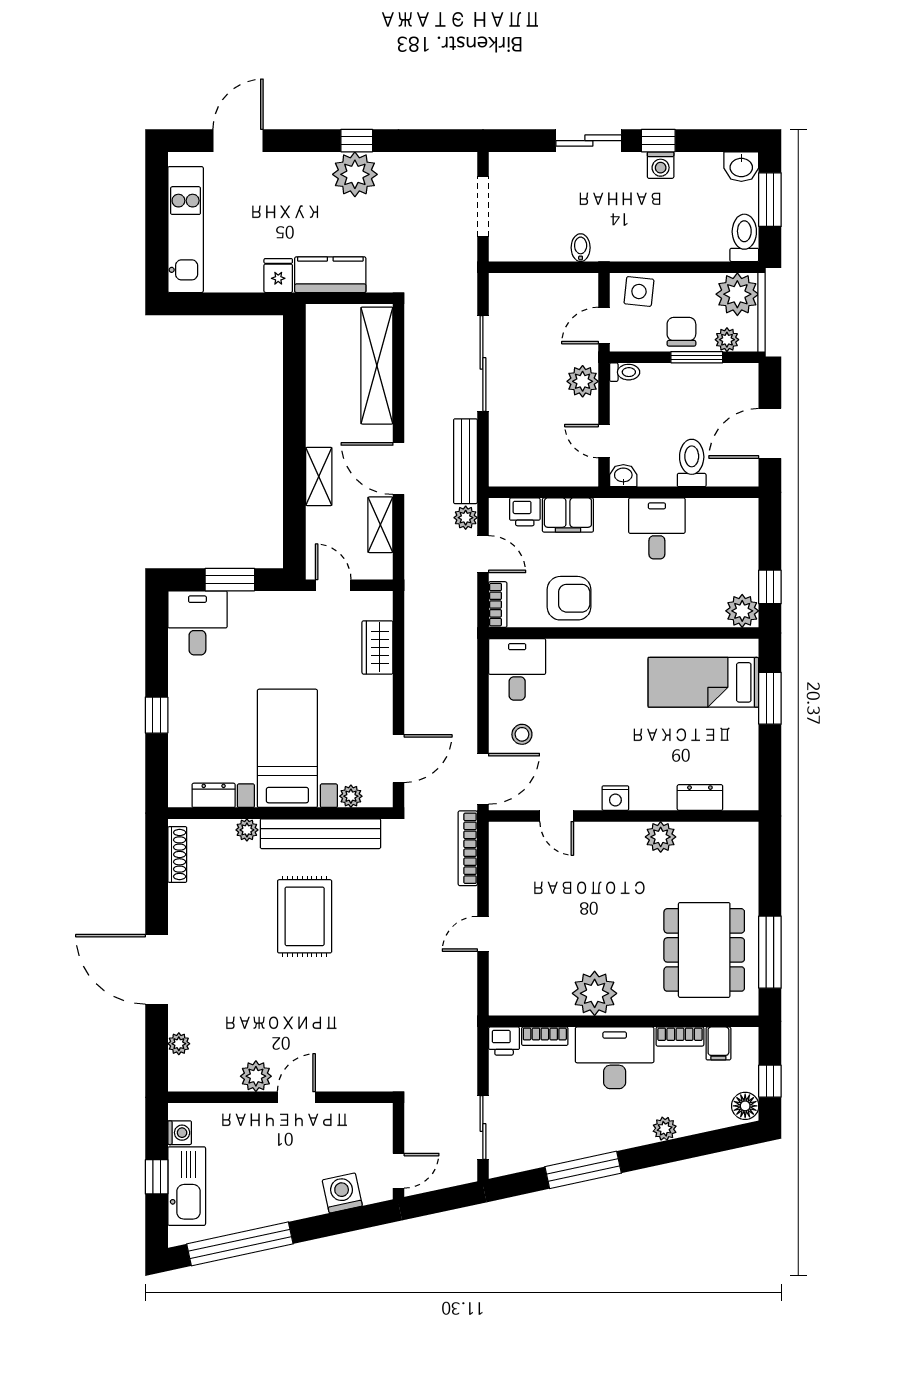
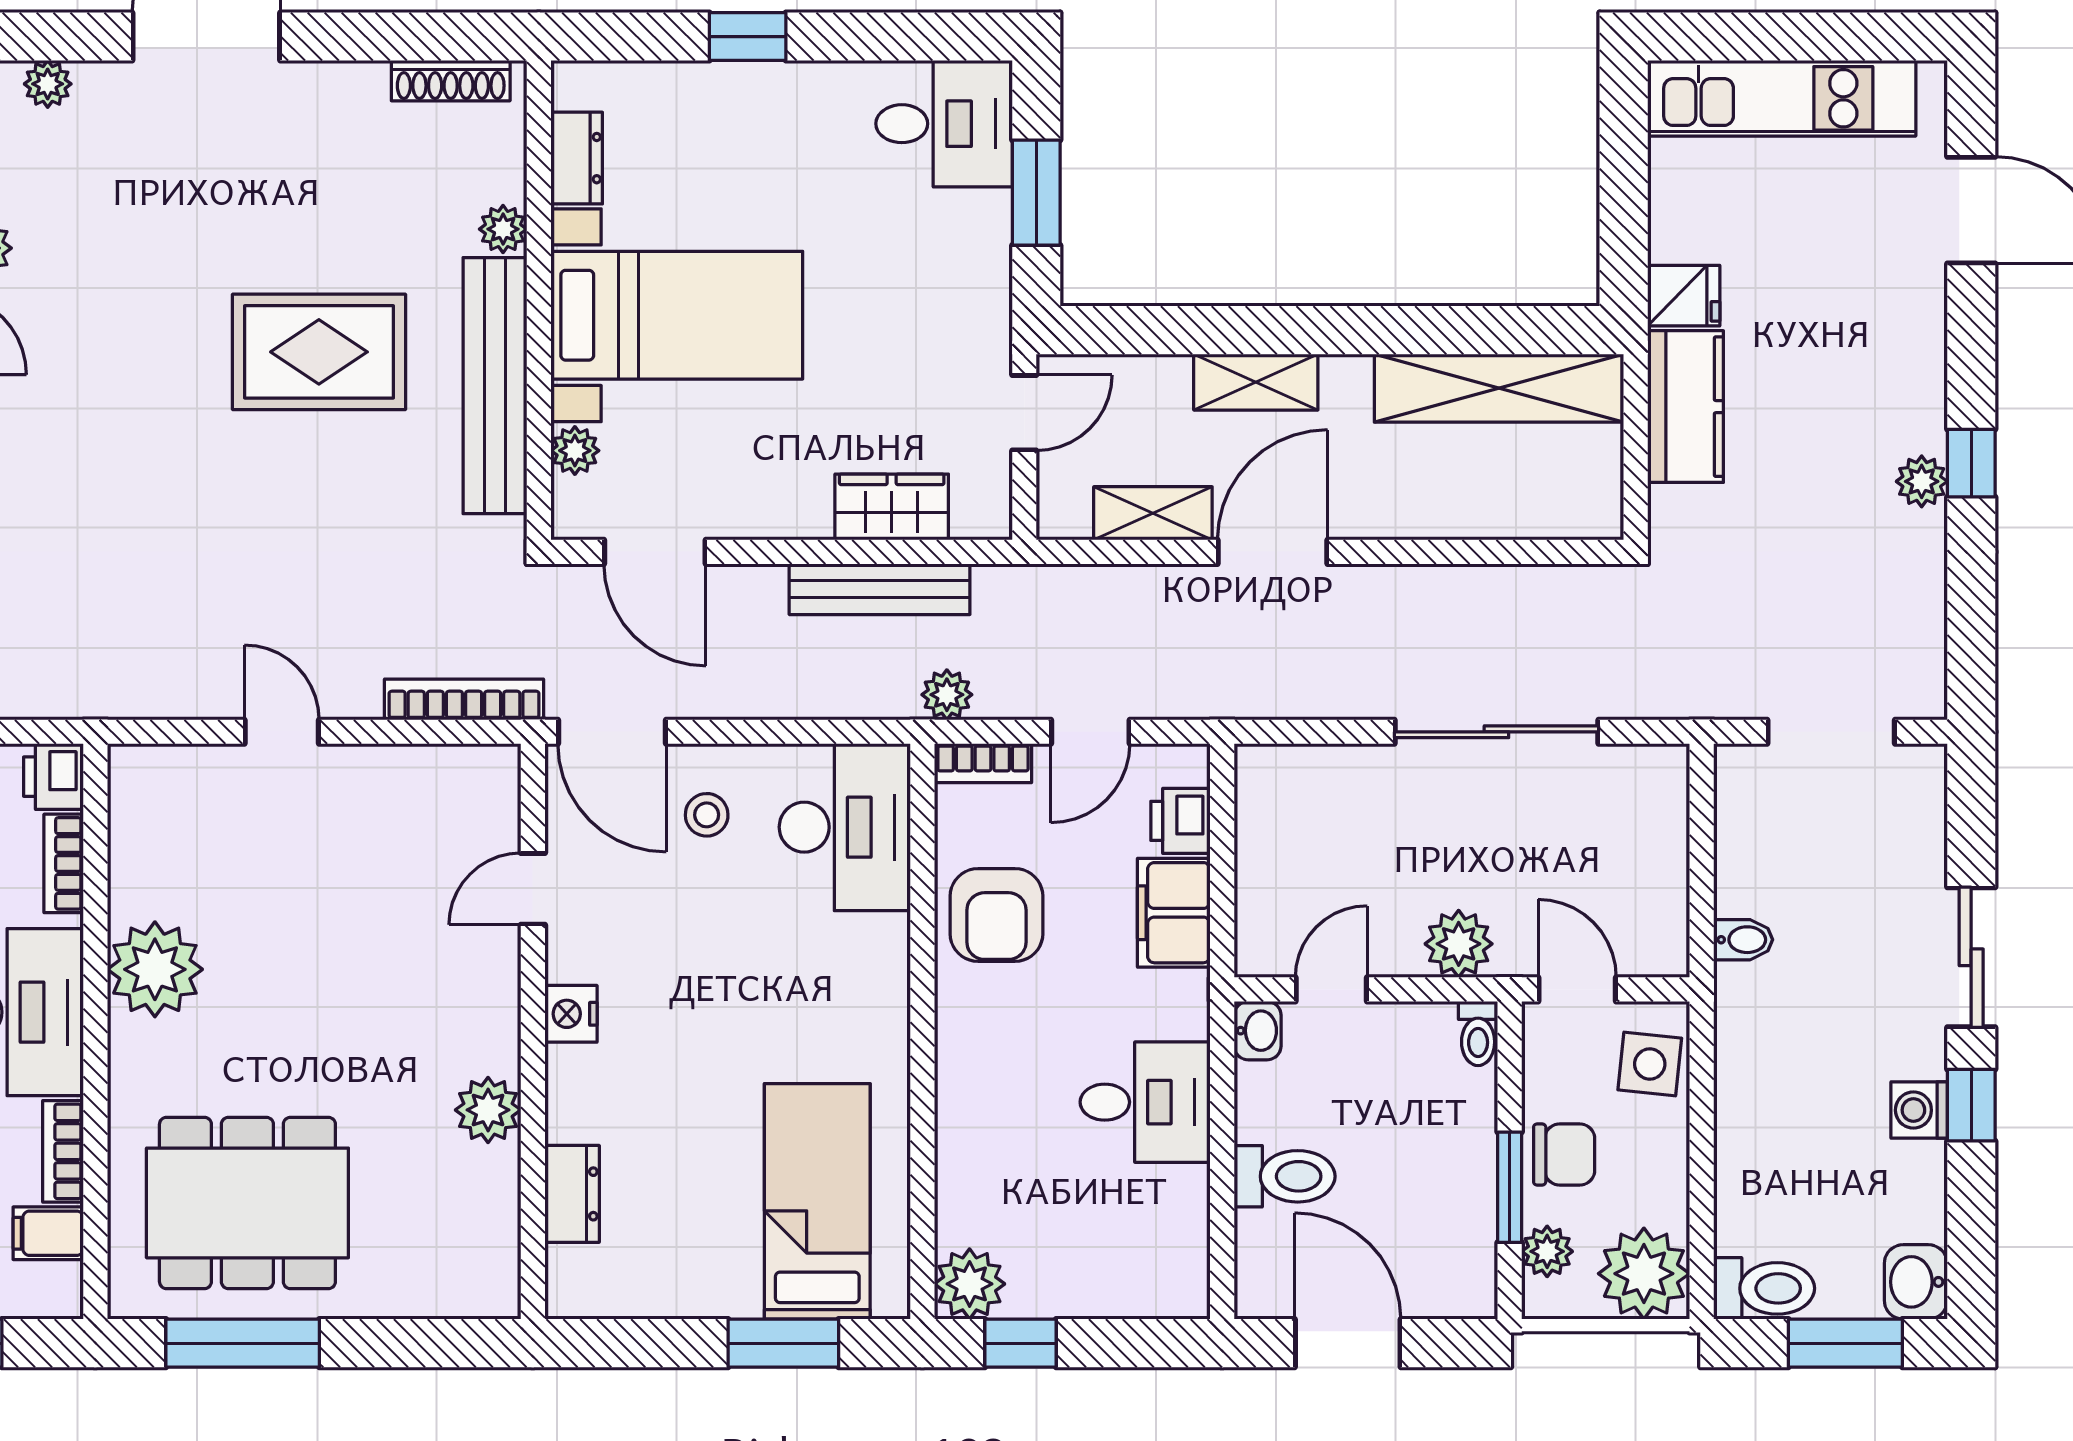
plant: (355, 174) -> (1922, 481), width x0.53, depth x0.53
shelving: (377, 366) -> (1499, 388), moved
bench: (465, 461) -> (880, 589), moved
plant: (466, 518) -> (947, 695), moved
desk: (517, 669) -> (845, 827), width x1.37

